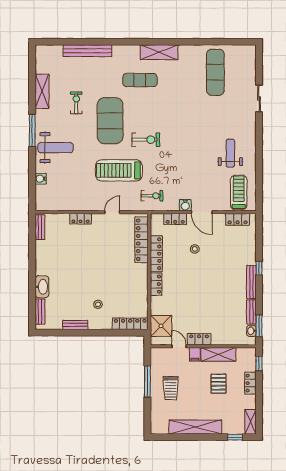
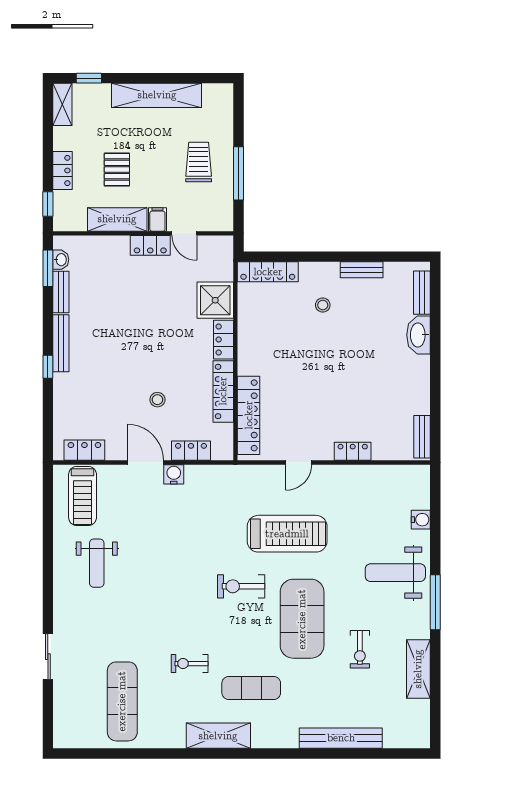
exercise bike: (152, 196) -> (190, 664), moved
shower: (161, 326) -> (215, 300), moved

